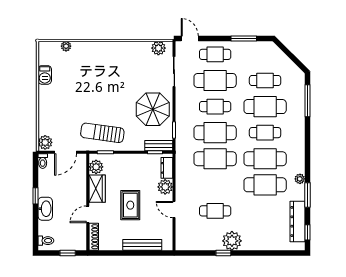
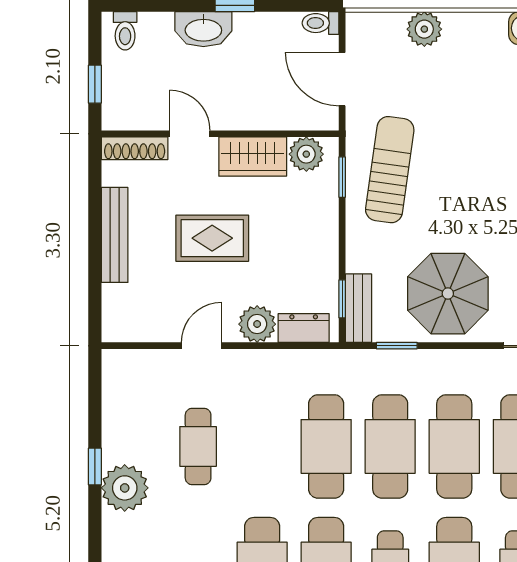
cafe table: (215, 107) -> (454, 446), width x1.37, depth x1.35
plant: (45, 142) -> (424, 29), moved
bench: (142, 245) -> (115, 235), moved

